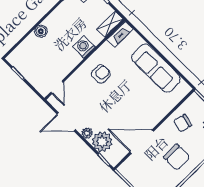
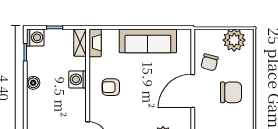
boiler: (41, 31) -> (33, 83), moved
armchair: (101, 74) -> (111, 87), turned -90
door: (142, 142) -> (193, 91), moved

